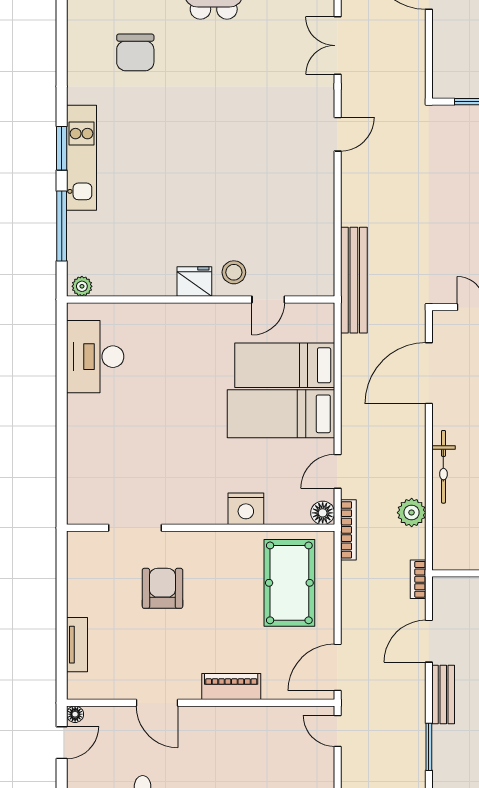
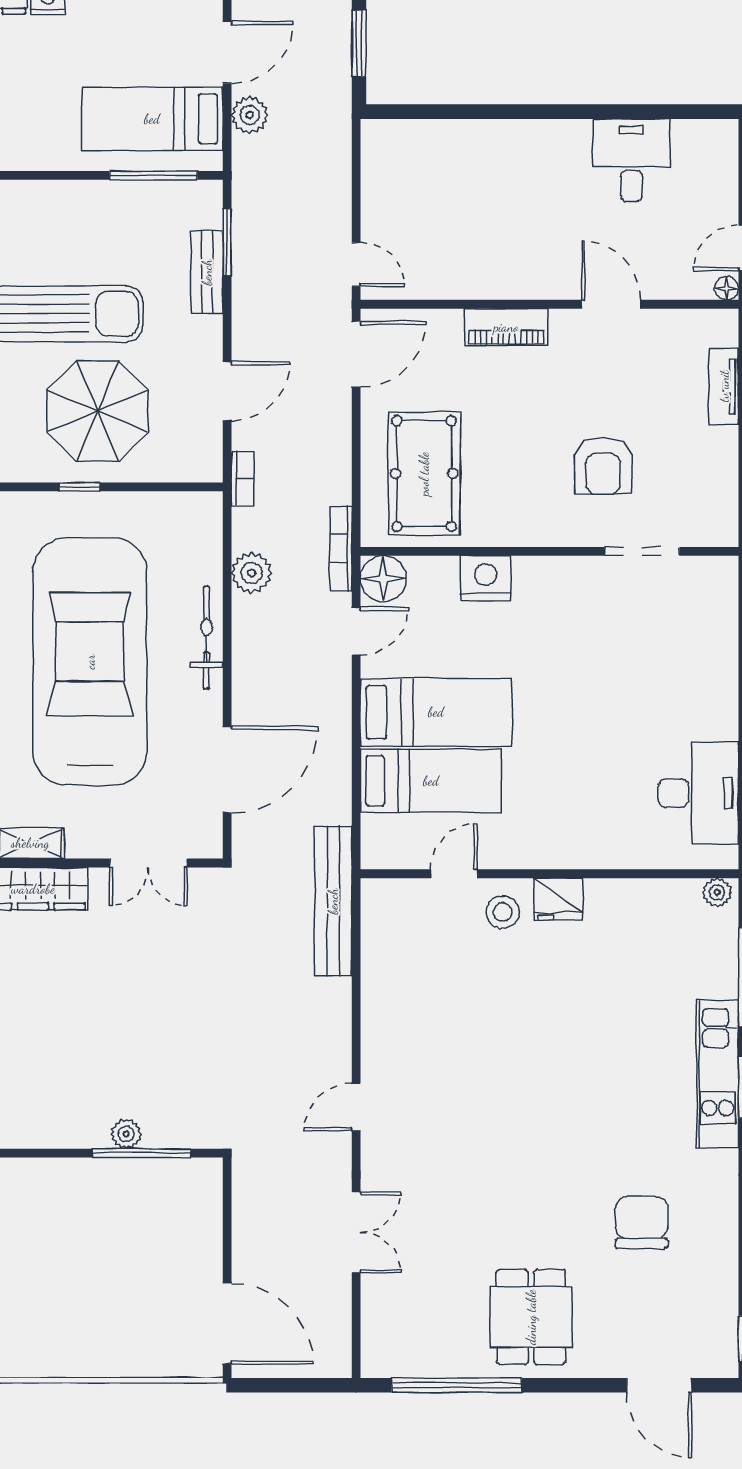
floor lamp: (323, 513) -> (383, 579), width x1.38, depth x1.38
bench: (443, 694) -> (207, 272), moved

